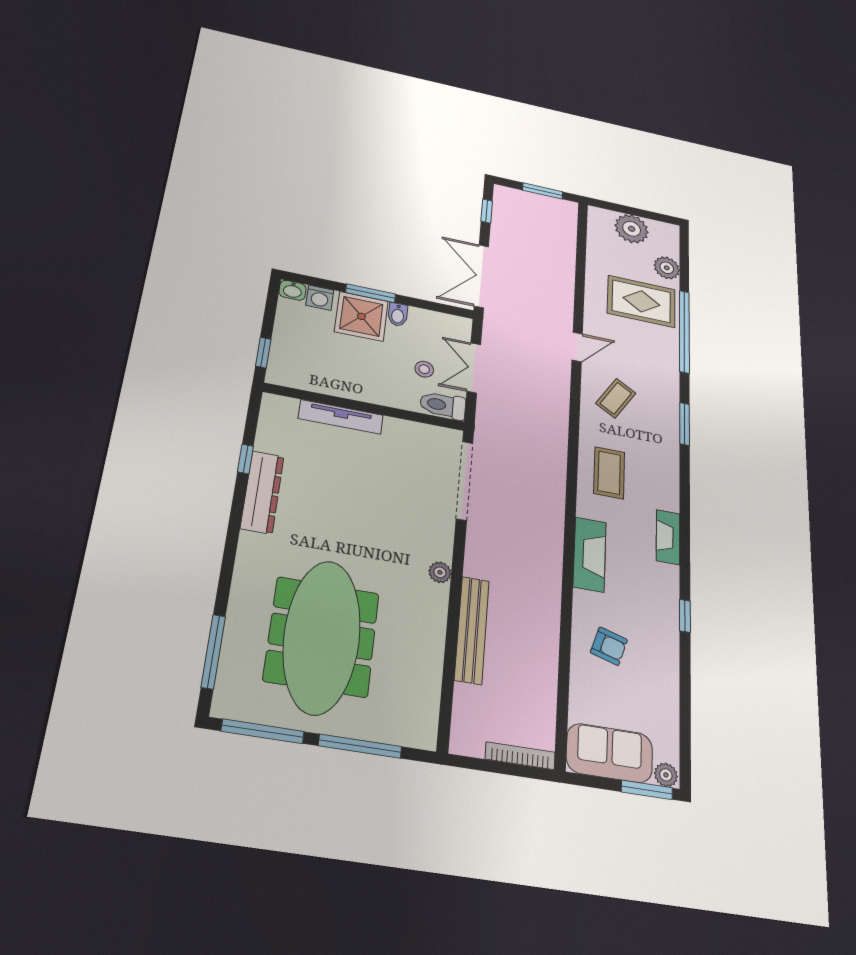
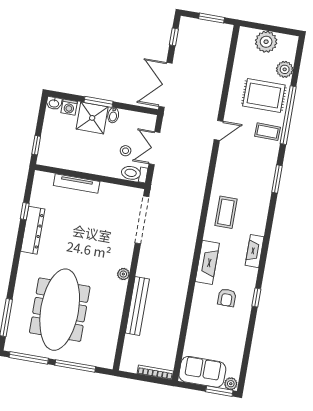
coffee table: (616, 398) -> (267, 132), moved, turned 59
armchair: (609, 646) -> (227, 298), moved, turned 73

